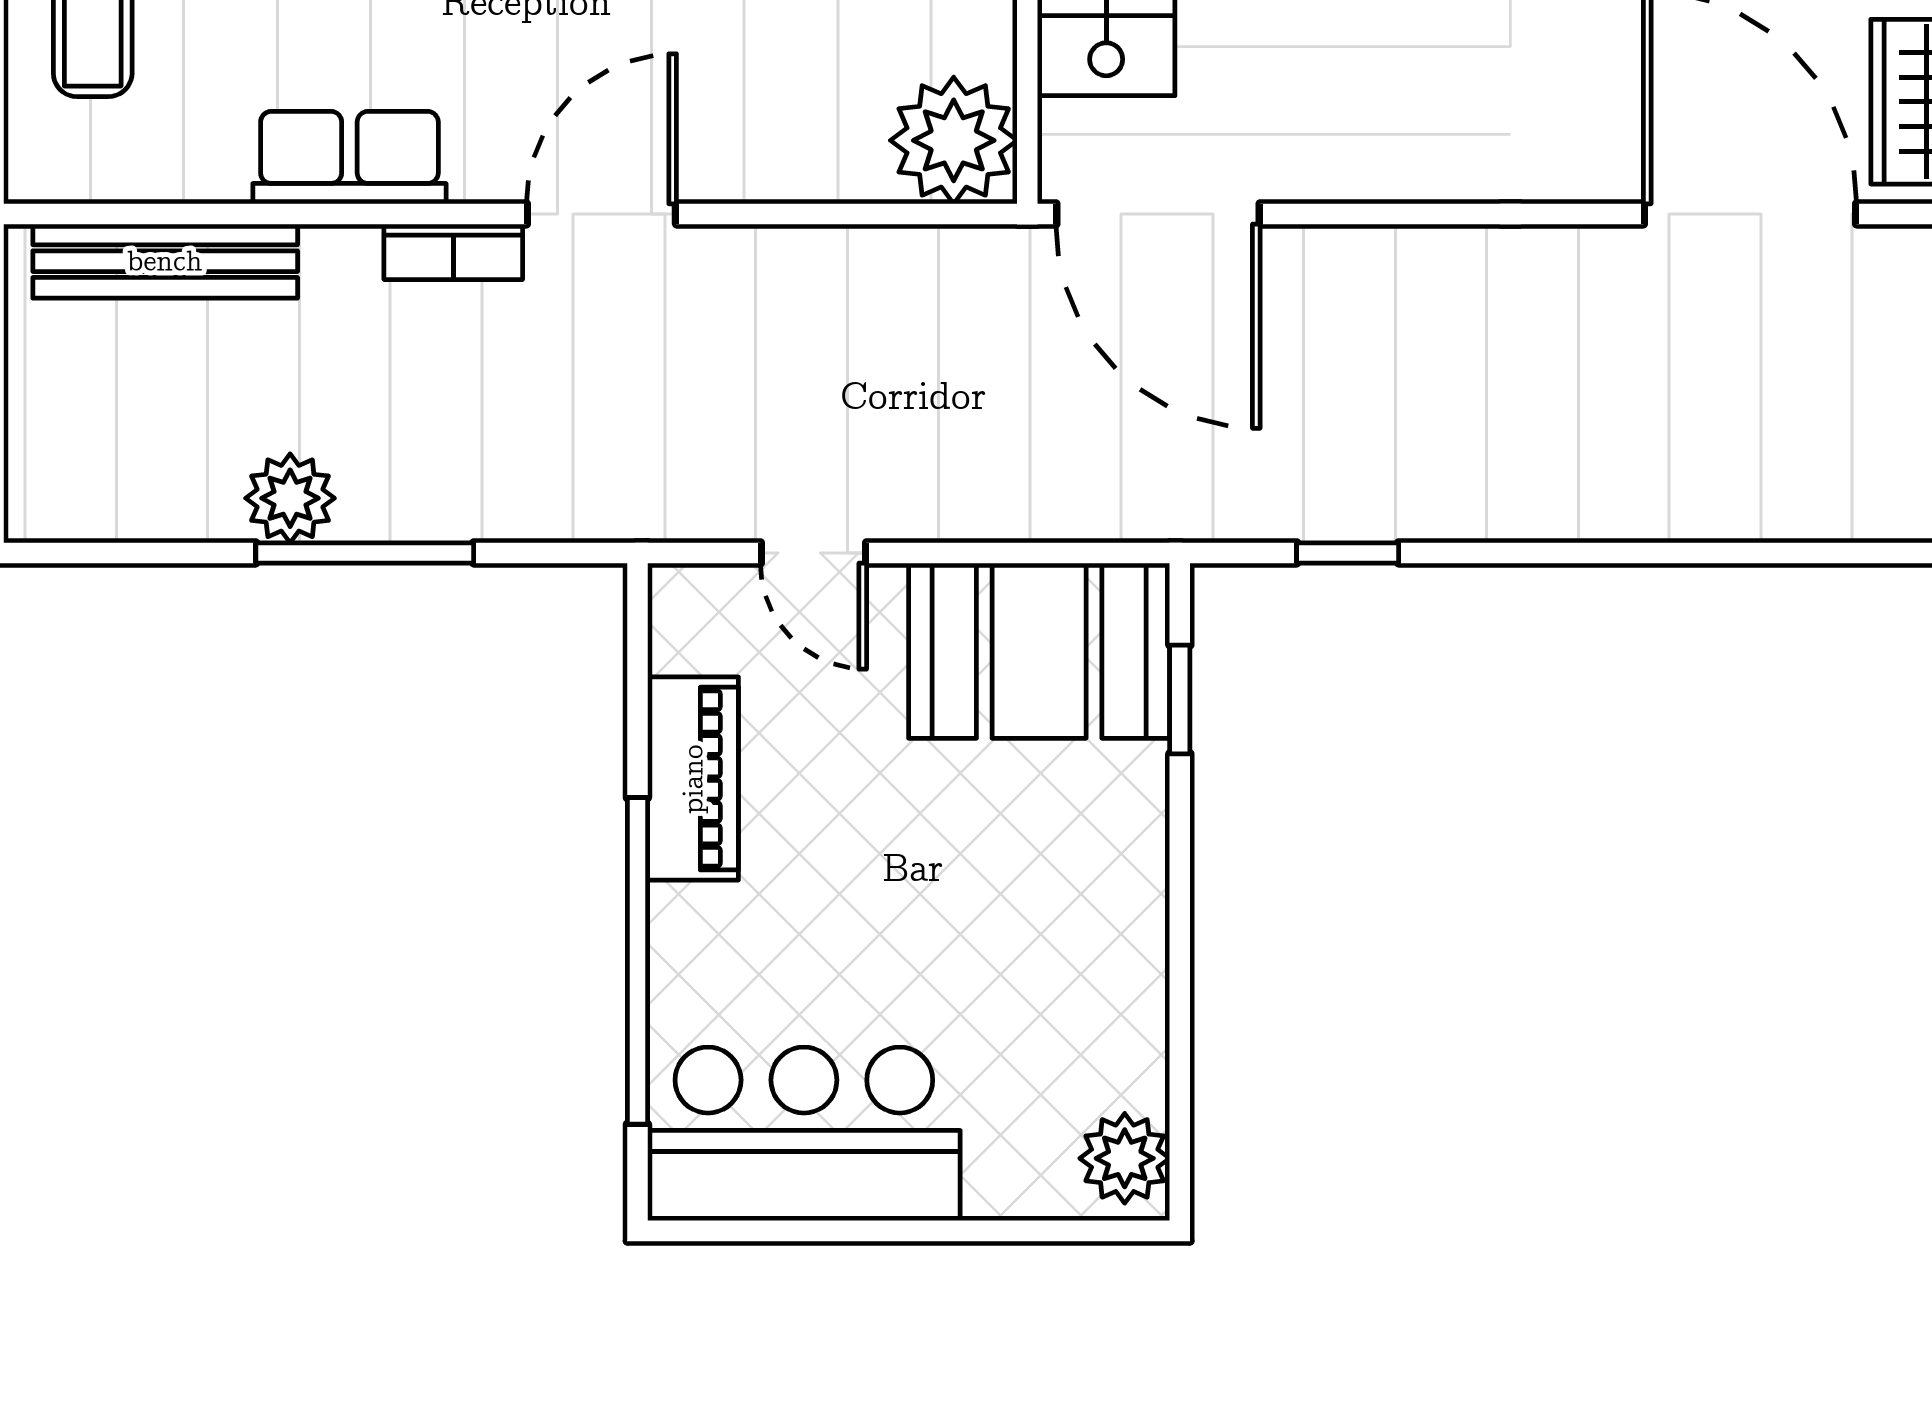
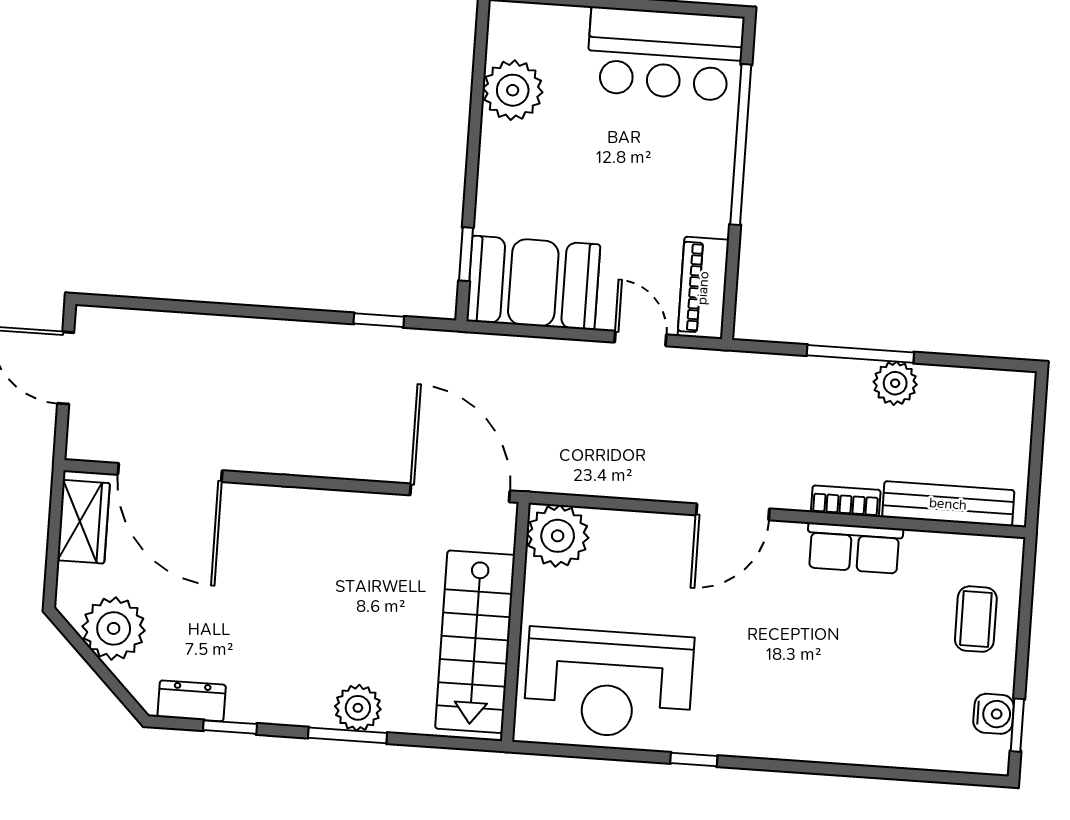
bookcase: (453, 252) -> (846, 501), moved
piano: (693, 779) -> (703, 288), moved
plant: (1125, 1158) -> (513, 90), moved, width x1.36, depth x1.36

